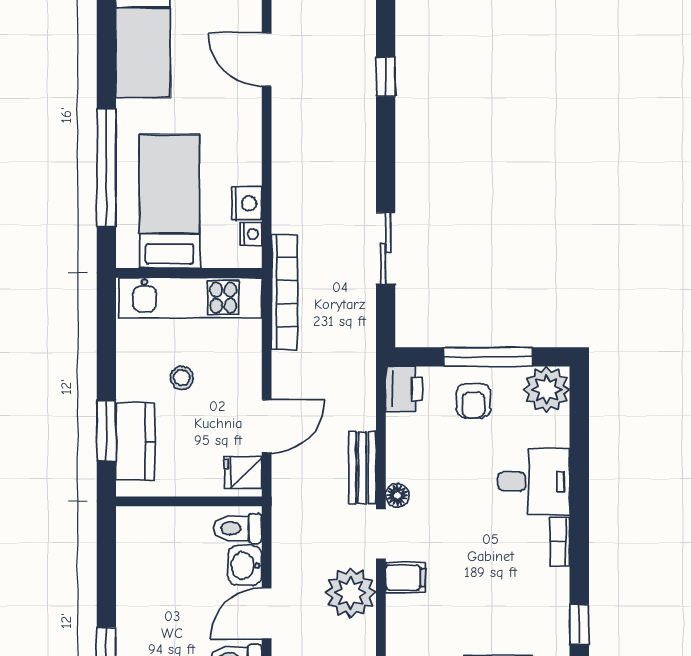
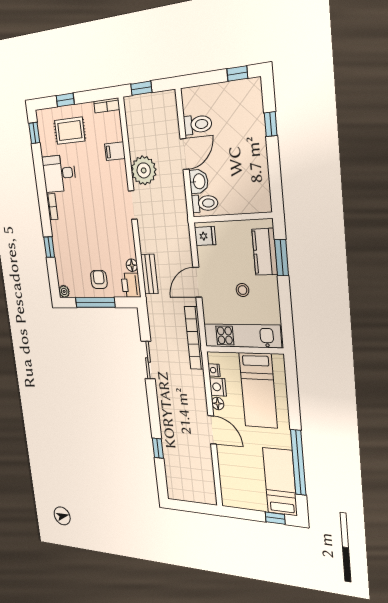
door: (267, 60) -> (212, 430), moved
window: (106, 168) -> (298, 463), moved
floor lamp: (250, 173) -> (218, 403), added
plant: (547, 389) -> (64, 291), width x0.53, depth x0.53
door: (267, 426) -> (197, 282), moved
bench: (362, 468) -> (149, 274), moved
desk: (534, 482) -> (59, 173), moved
floor lamp: (397, 495) -> (132, 265), moved
filing cabinet: (406, 577) -> (115, 151), moved
window: (579, 624) -> (49, 247), moved

